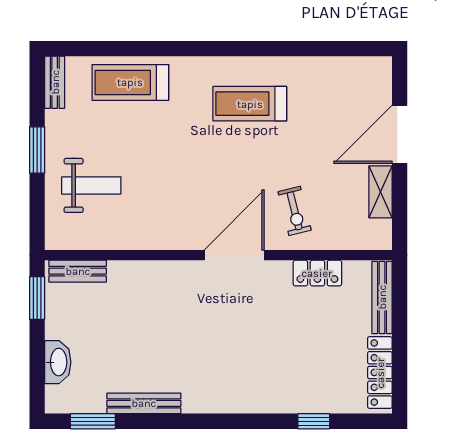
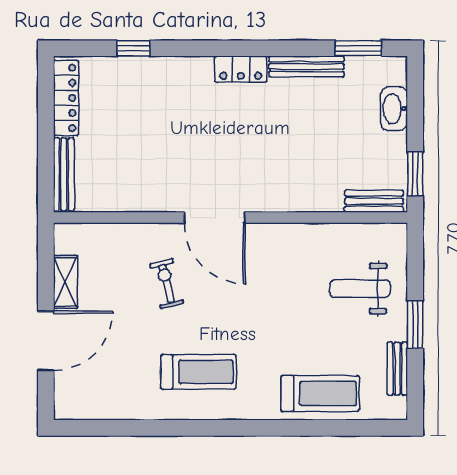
bench: (55, 82) -> (397, 369), moved
exercise bike: (295, 211) -> (167, 284), moved
door: (234, 255) -> (215, 218), hinge flipped
locker: (317, 273) -> (241, 69), moved, turned 180

